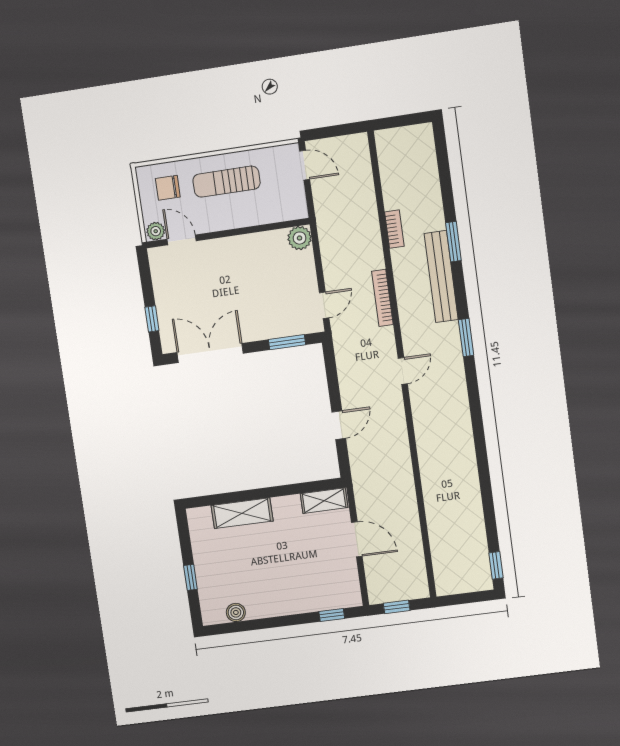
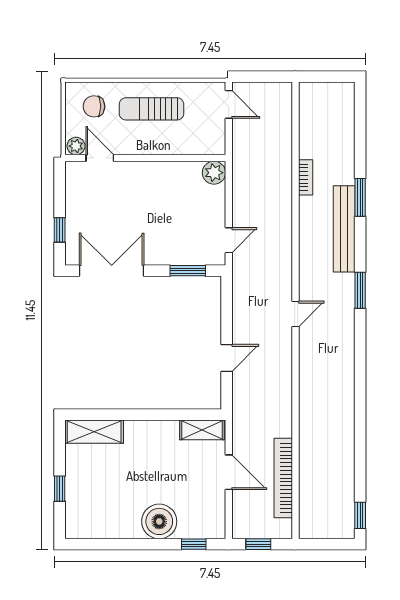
bookcase: (382, 298) -> (283, 478), moved, width x1.48, depth x1.31
shelving: (242, 513) -> (94, 432), moved
boiler: (236, 612) -> (159, 521), moved, width x1.86, depth x1.86

